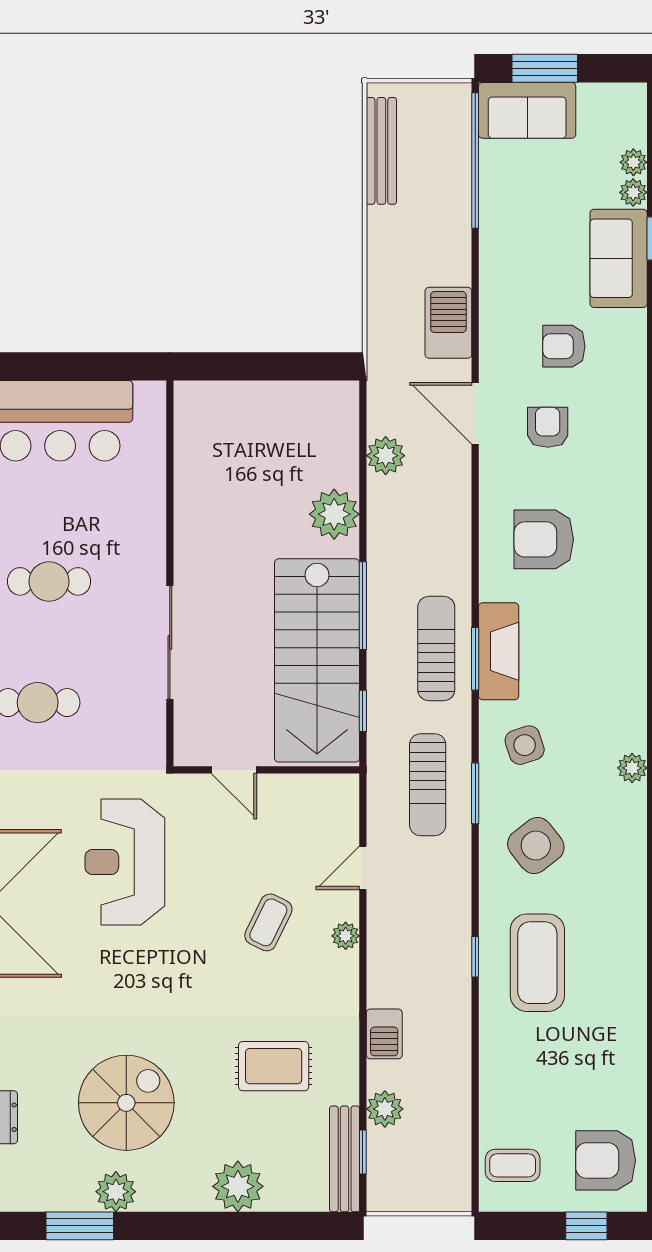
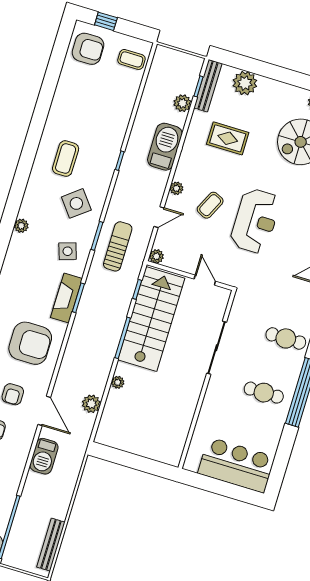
plant: (334, 514) -> (118, 382), width x0.53, depth x0.53
armchair: (544, 539) -> (30, 343), width x1.36, depth x1.36
sun lounger: (436, 649) -> (95, 308), removed
plant: (344, 788) -> (156, 256), added
reception desk: (125, 862) -> (255, 221), moved
coffee table: (537, 963) -> (66, 159), moved, width x0.73, depth x0.76
barbecue: (384, 1034) -> (165, 147), width x1.88, depth x1.53
plant: (238, 1186) -> (245, 83), moved

